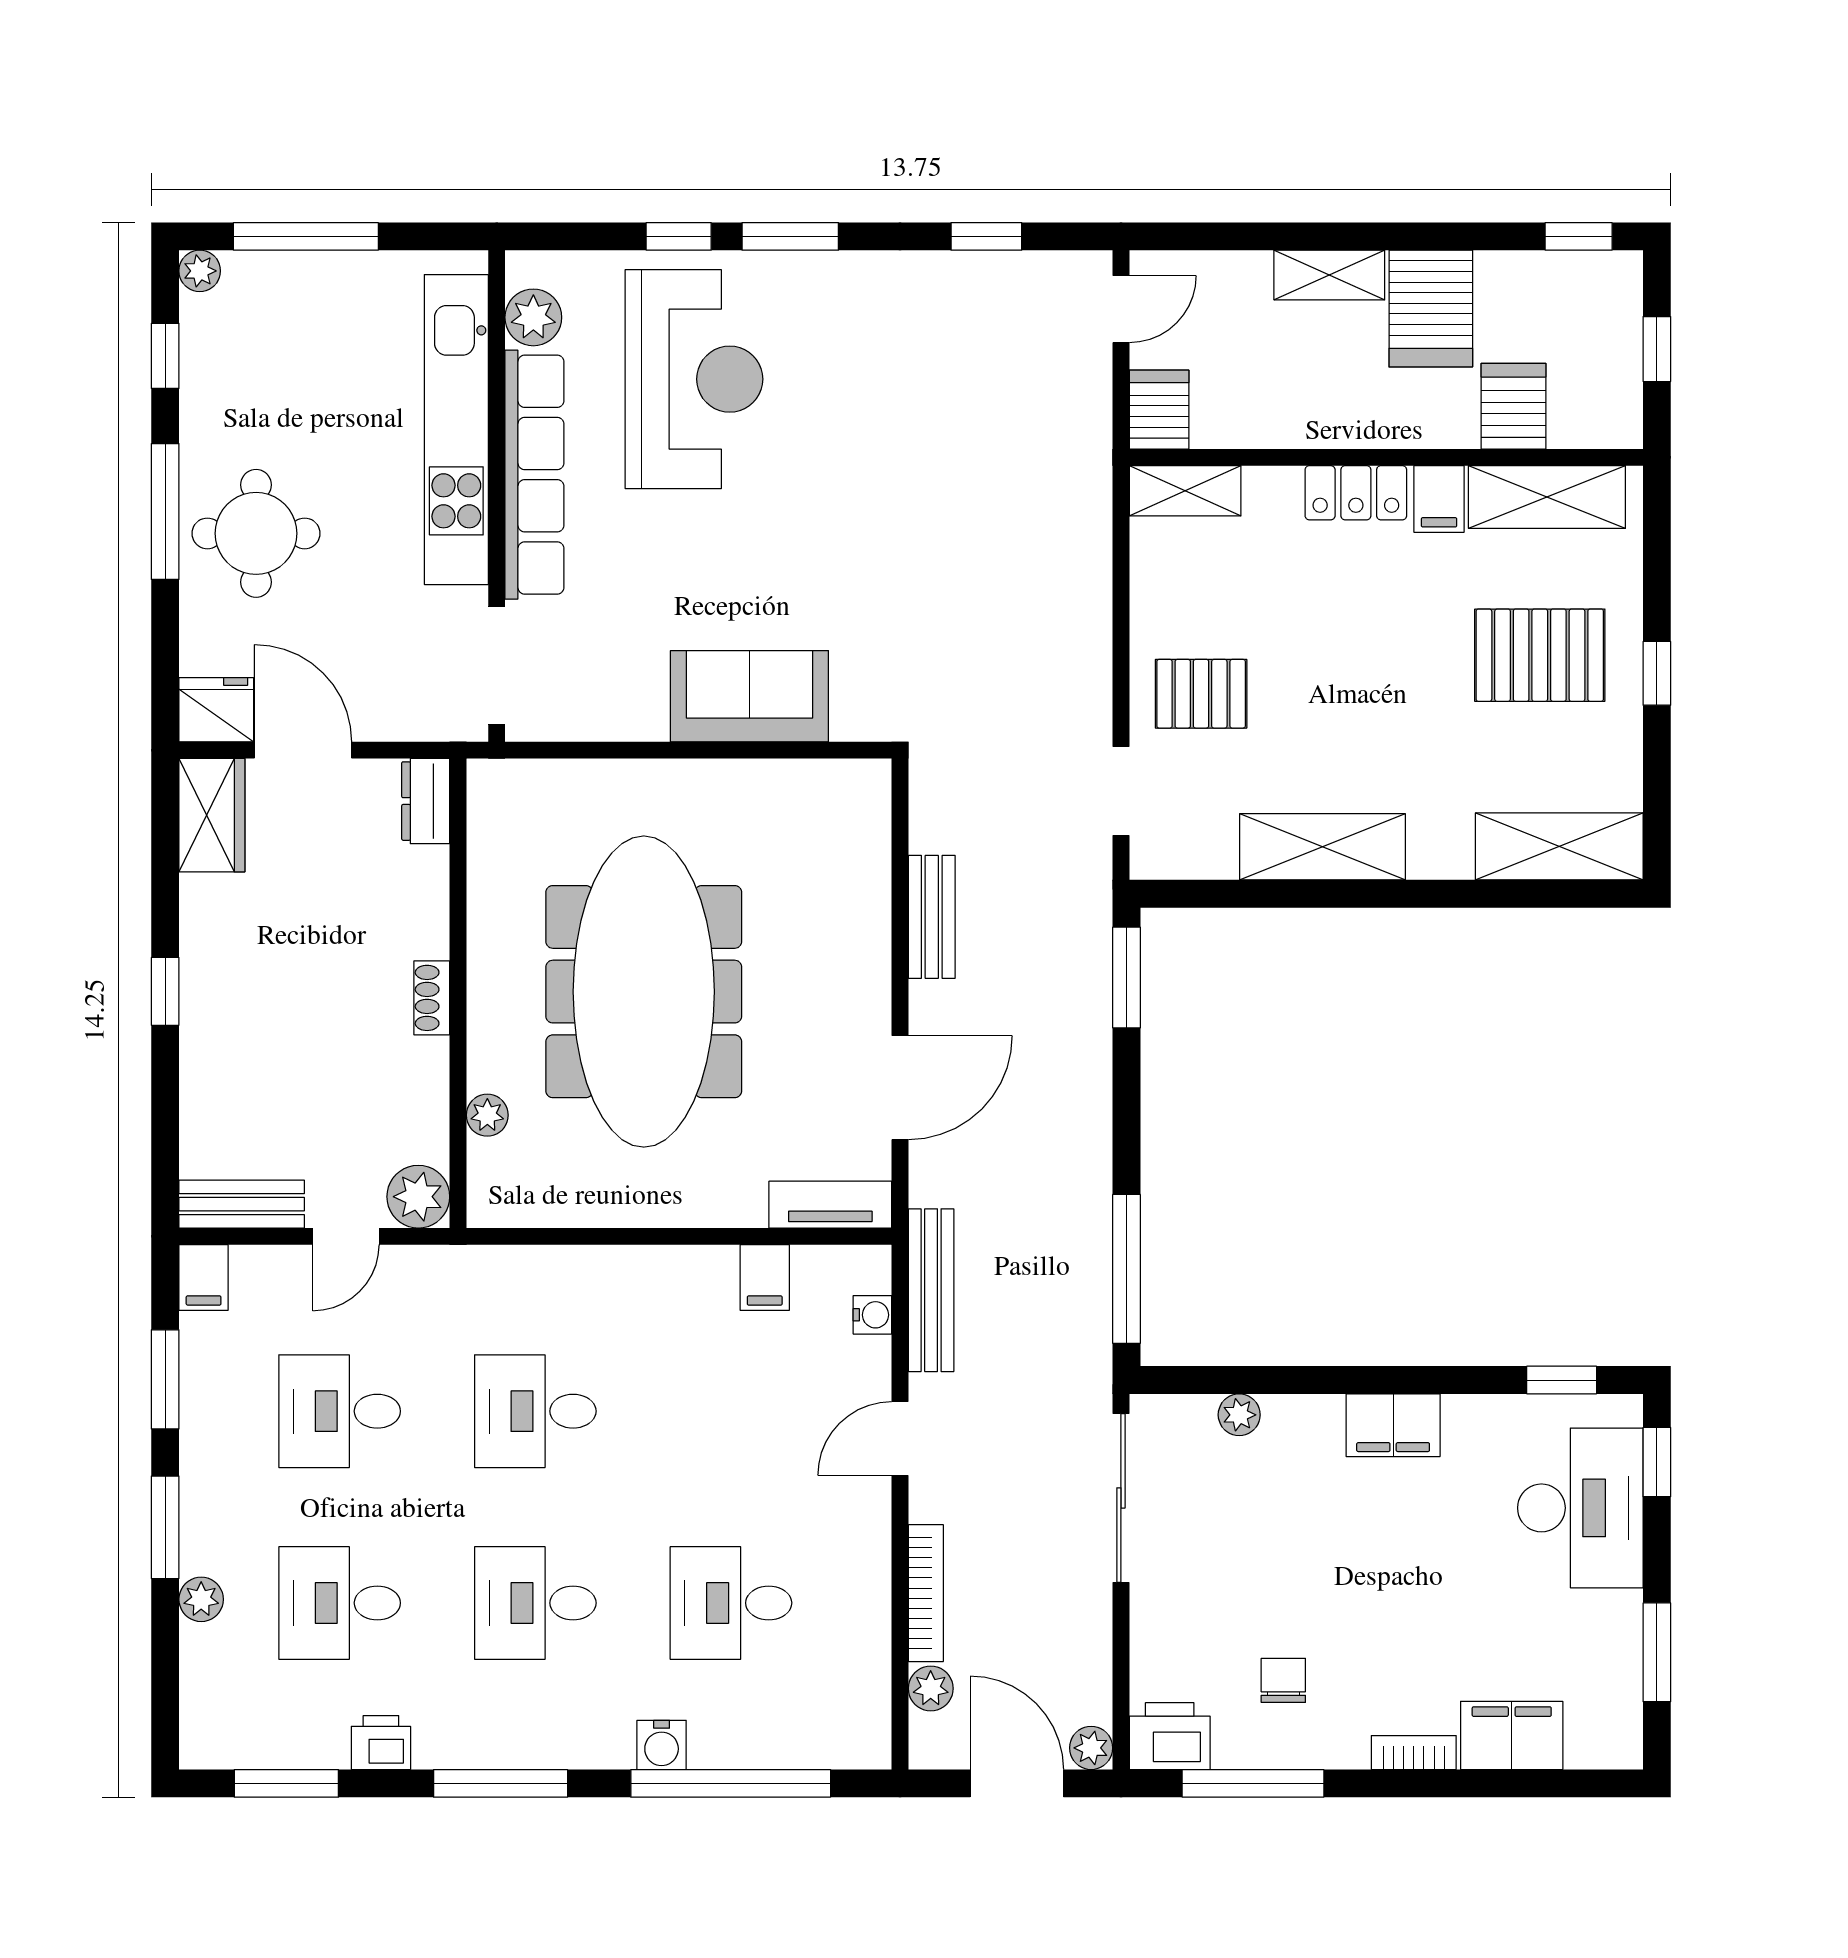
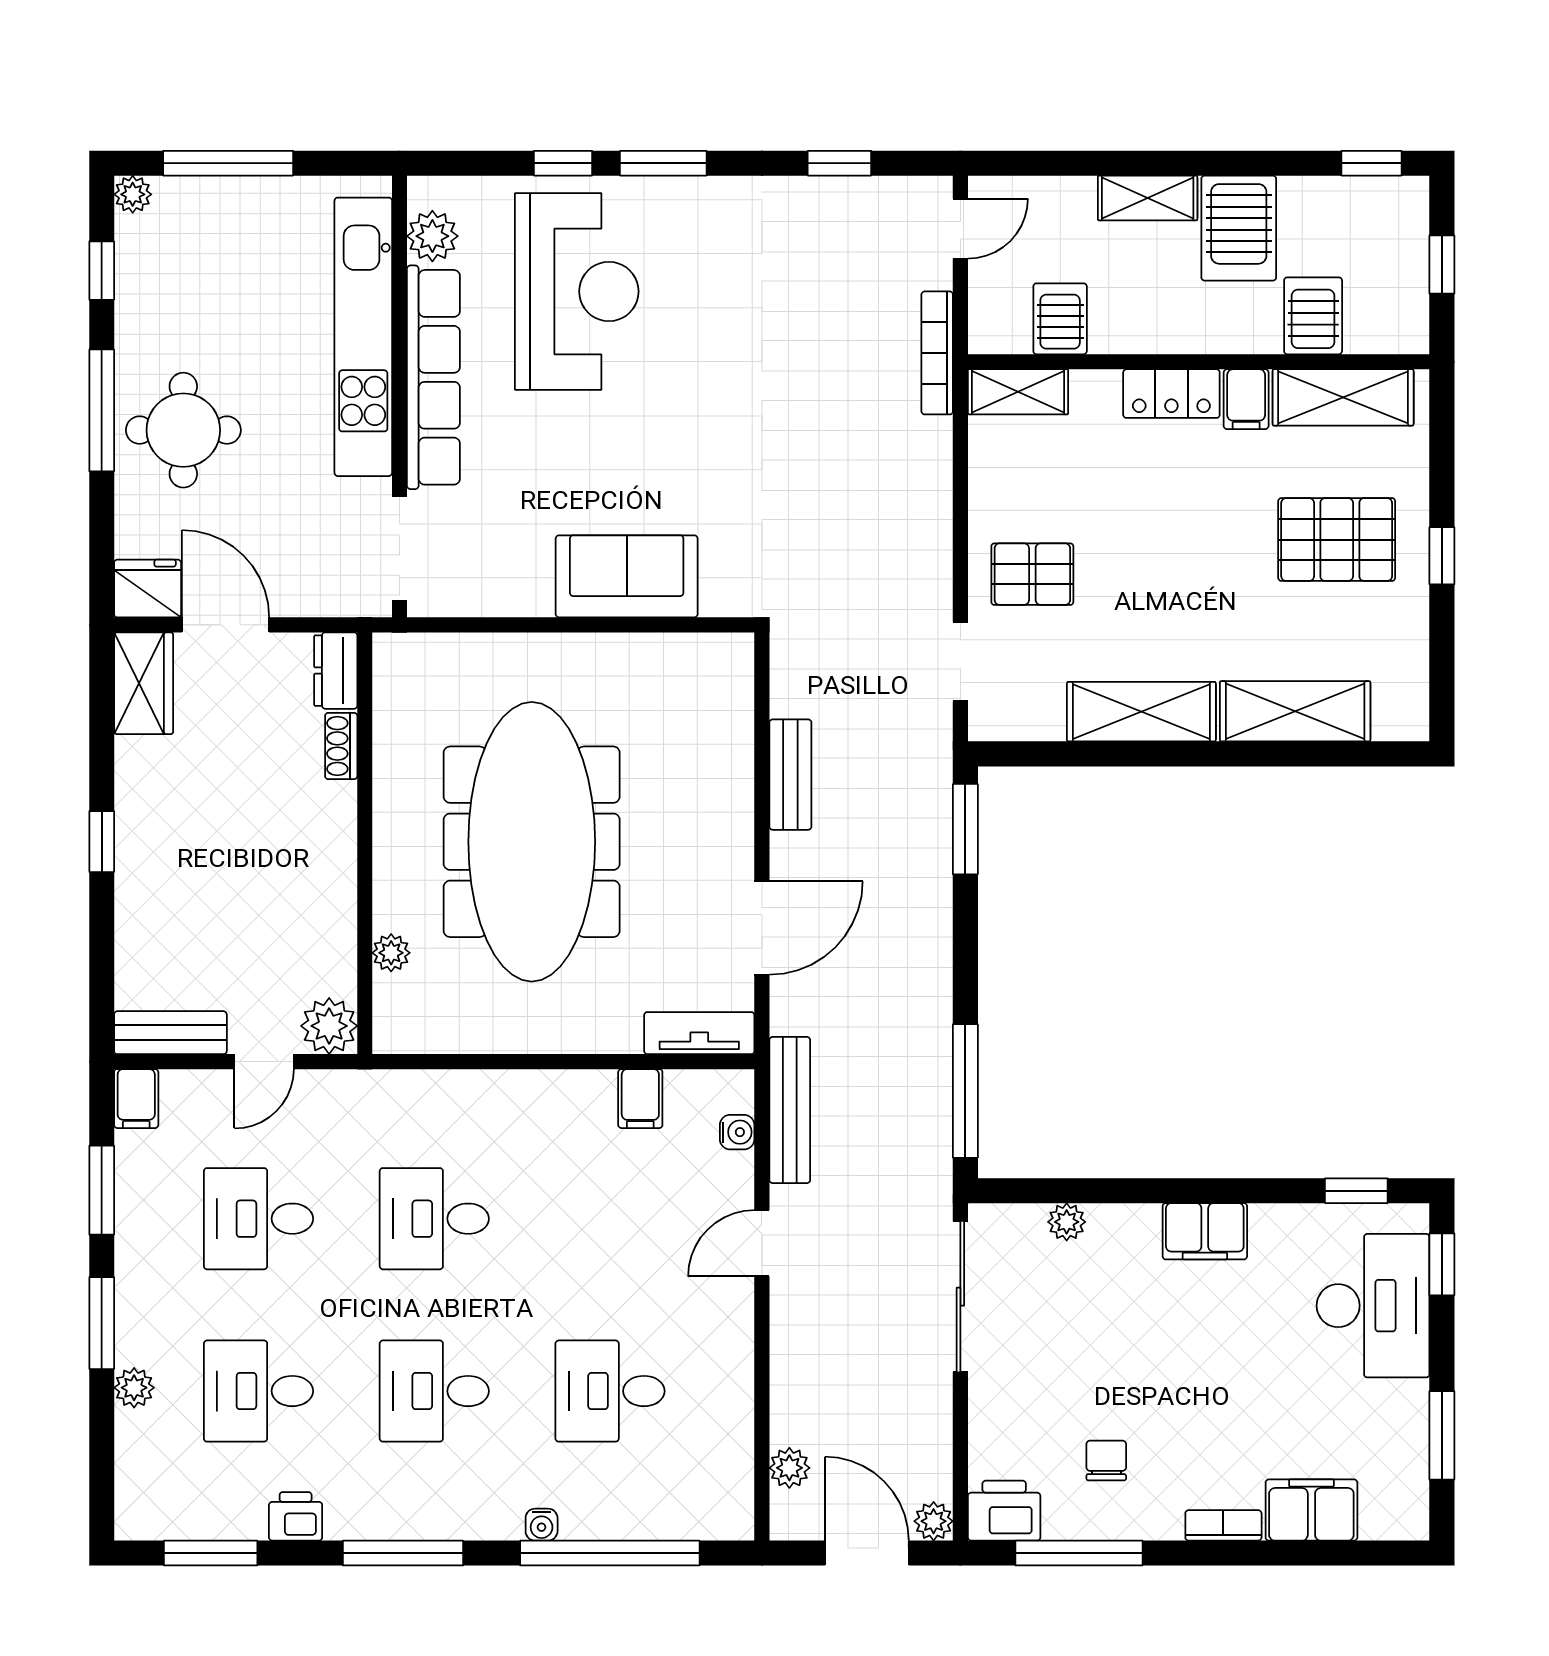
server rack: (1159, 410) -> (1060, 319), moved
shelving: (1559, 846) -> (1295, 711), moved
shoe rack: (432, 998) -> (341, 746), moved
bookcase: (926, 1593) -> (937, 353), moved, turned 180
water cooler: (662, 1745) -> (542, 1525), width x0.72, depth x0.72

